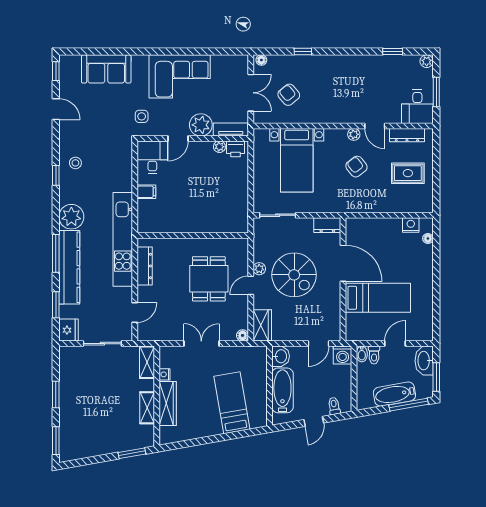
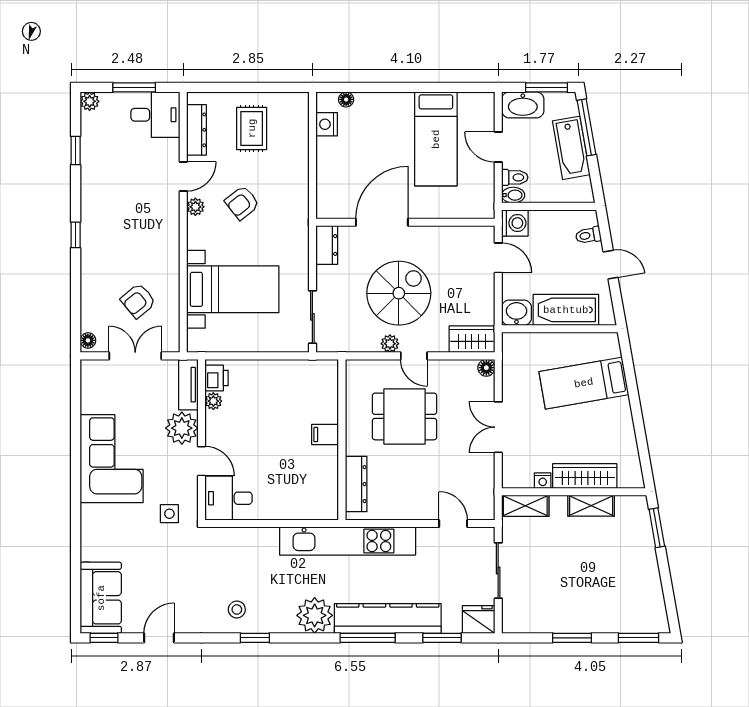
window: (303, 52) -> (76, 235), moved
sofa: (106, 69) -> (101, 598), moved
filing cabinet: (146, 192) -> (325, 435), moved, turned -90
dresser: (145, 266) -> (356, 484), moved, turned 90
bed: (378, 298) -> (436, 139), moved, turned 180

